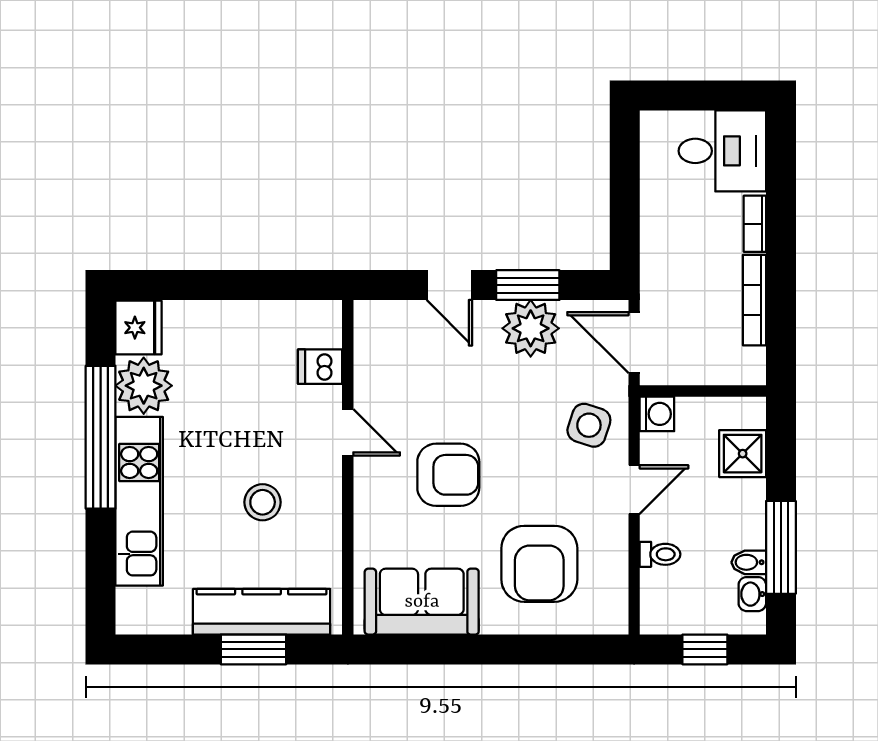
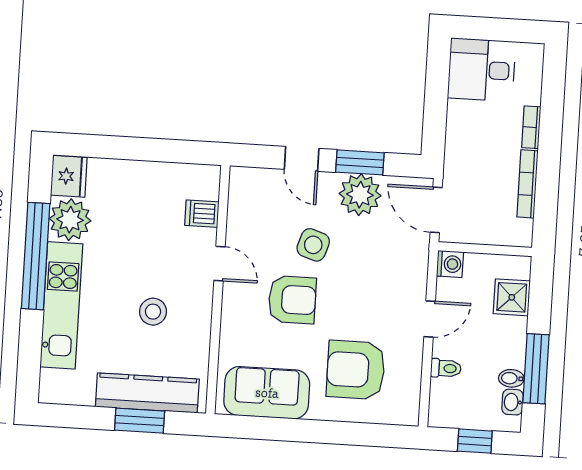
desk: (722, 151) -> (482, 70), moved, turned 180
side table: (589, 425) -> (313, 245), moved
armchair: (539, 564) -> (356, 370), turned 90

